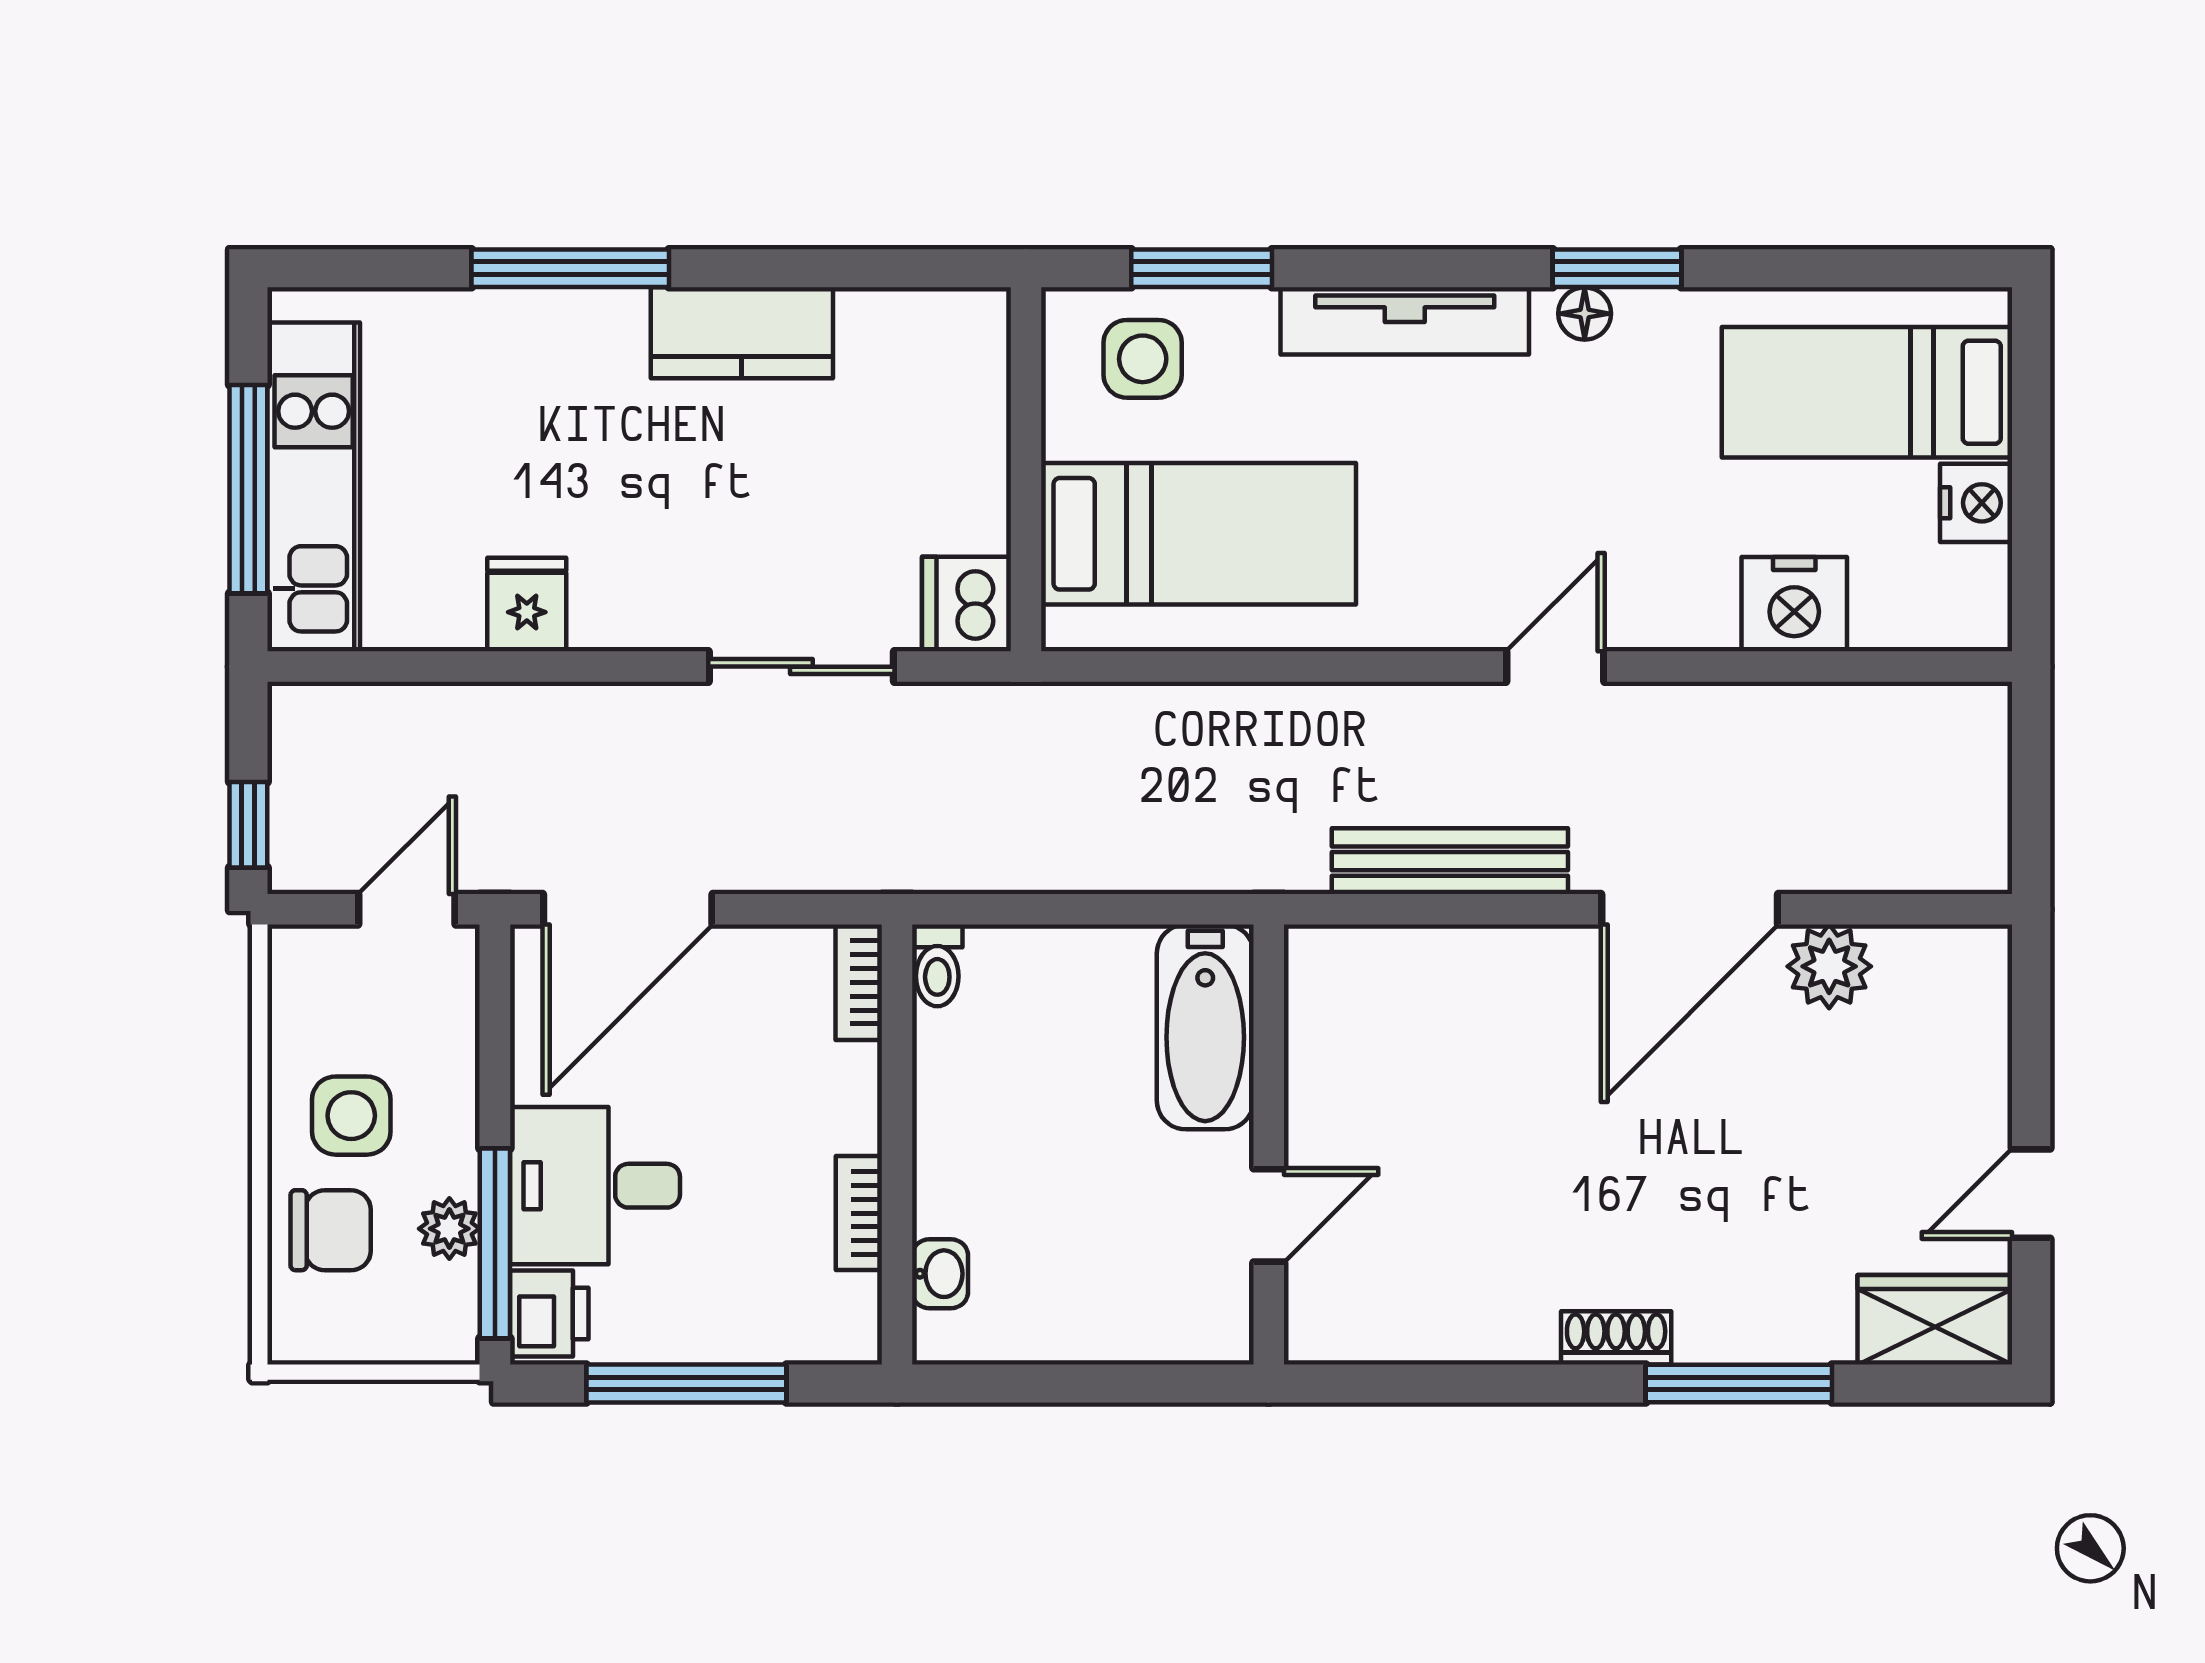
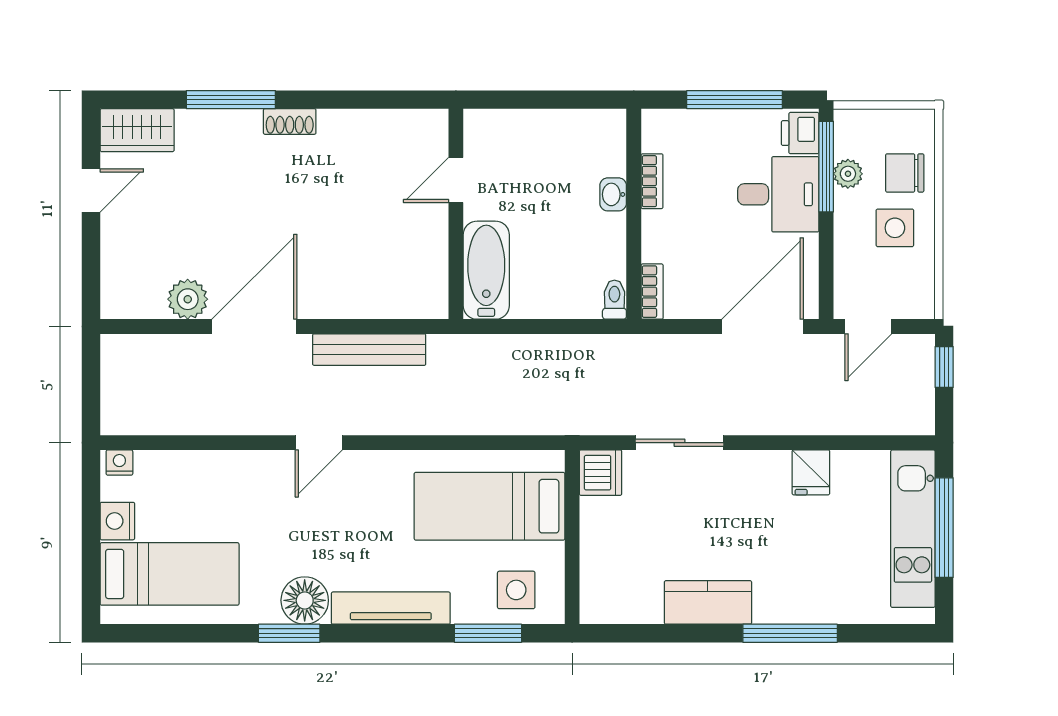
floor lamp: (1585, 314) -> (305, 600), width x1.89, depth x1.89
nightstand: (1794, 604) -> (119, 463), moved, width x0.53, depth x0.56
washbasin: (940, 1274) -> (613, 194), moved

